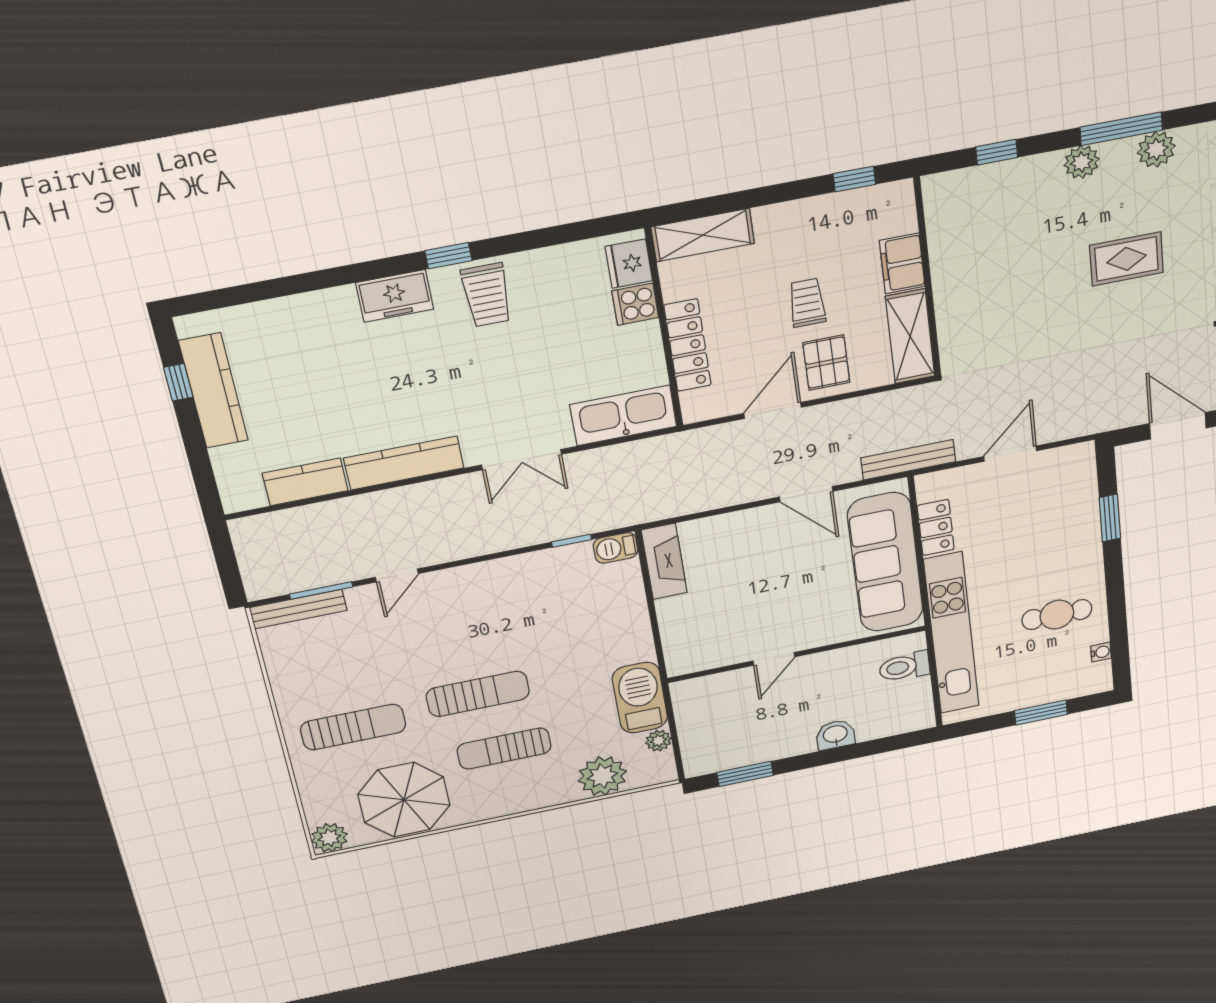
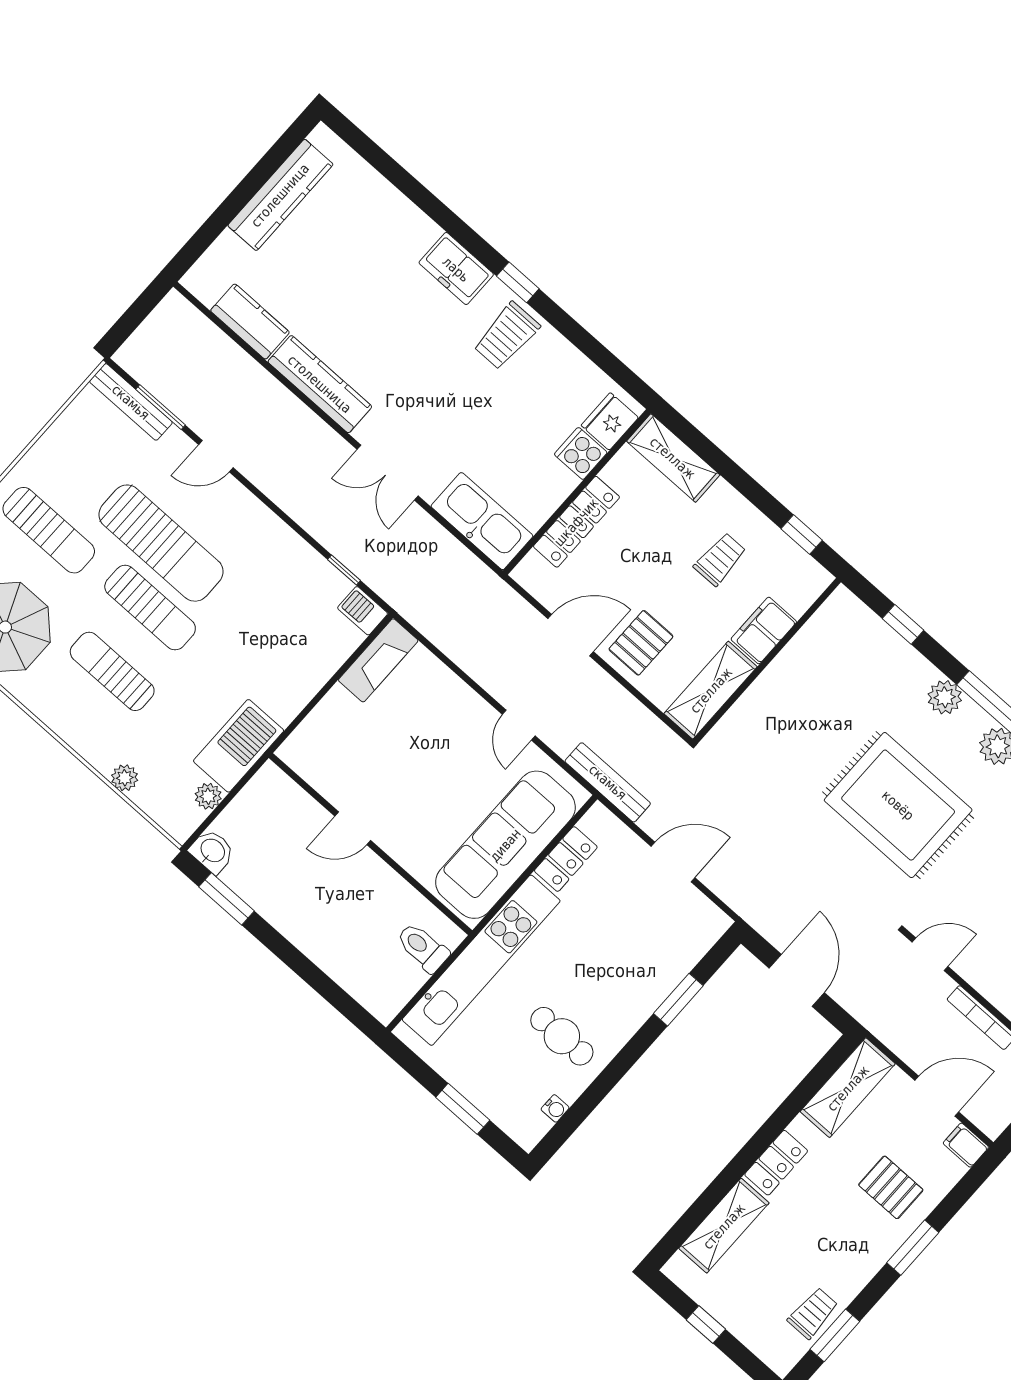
rug: (1127, 259) -> (898, 805), width x1.86, depth x2.06
trolley: (807, 303) -> (720, 559), moved
window: (178, 382) -> (269, 164), removed
door: (806, 494) -> (519, 725), width x0.73
sun lounger: (433, 656) -> (161, 543), added
washbasin: (835, 735) -> (212, 851), moved
plant: (602, 776) -> (125, 778), width x0.53, depth x0.53

